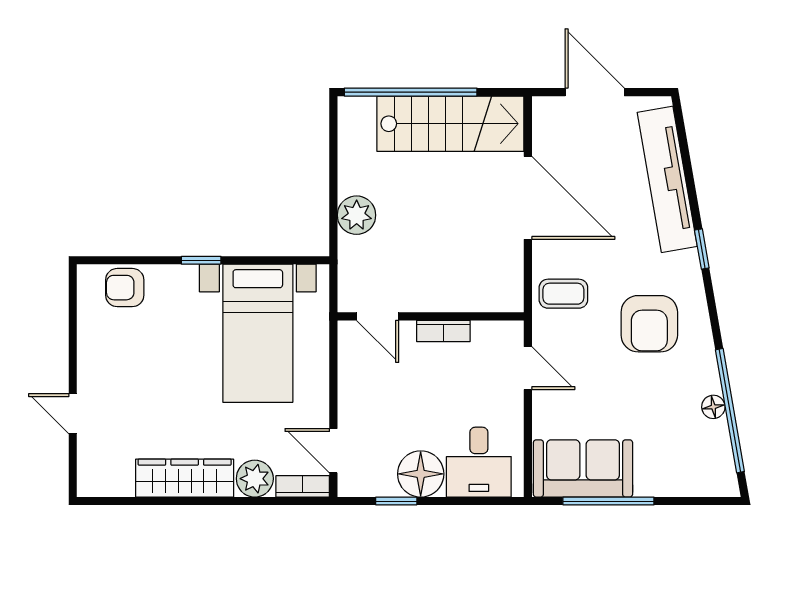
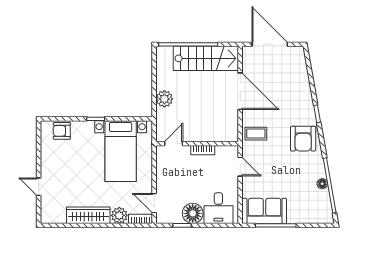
door: (595, 92) -> (270, 44), width x1.36
tv unit: (667, 179) -> (302, 83), removed
door: (378, 316) -> (174, 144), swing flipped
armchair: (649, 324) -> (303, 139), moved

